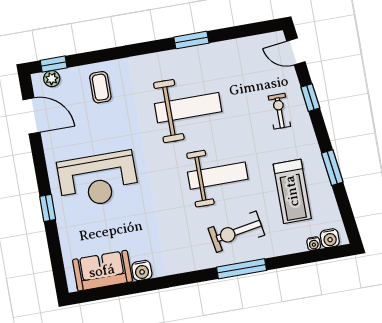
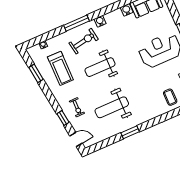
weight bench: (188, 108) -> (112, 107), moved
window: (332, 168) -> (36, 73), moved
treadmill: (292, 191) -> (60, 68), turned 180
water cooler: (330, 238) -> (100, 21), moved

